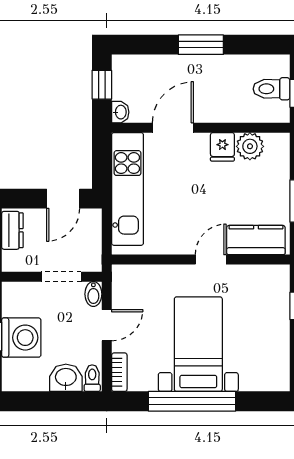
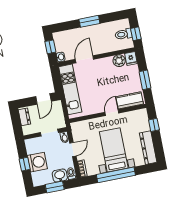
fridge: (222, 147) -> (131, 59), moved
dresser: (277, 354) -> (148, 148), added
window: (49, 401) -> (55, 187), added

